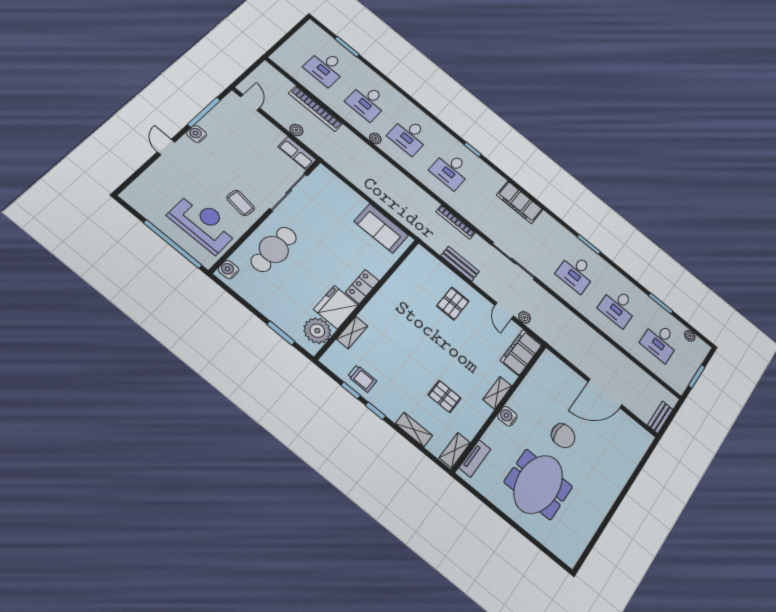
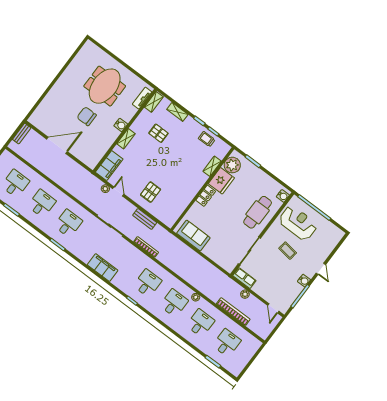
coffee table: (241, 203) -> (288, 251), moved
reception desk: (203, 223) -> (298, 223), turned 180

